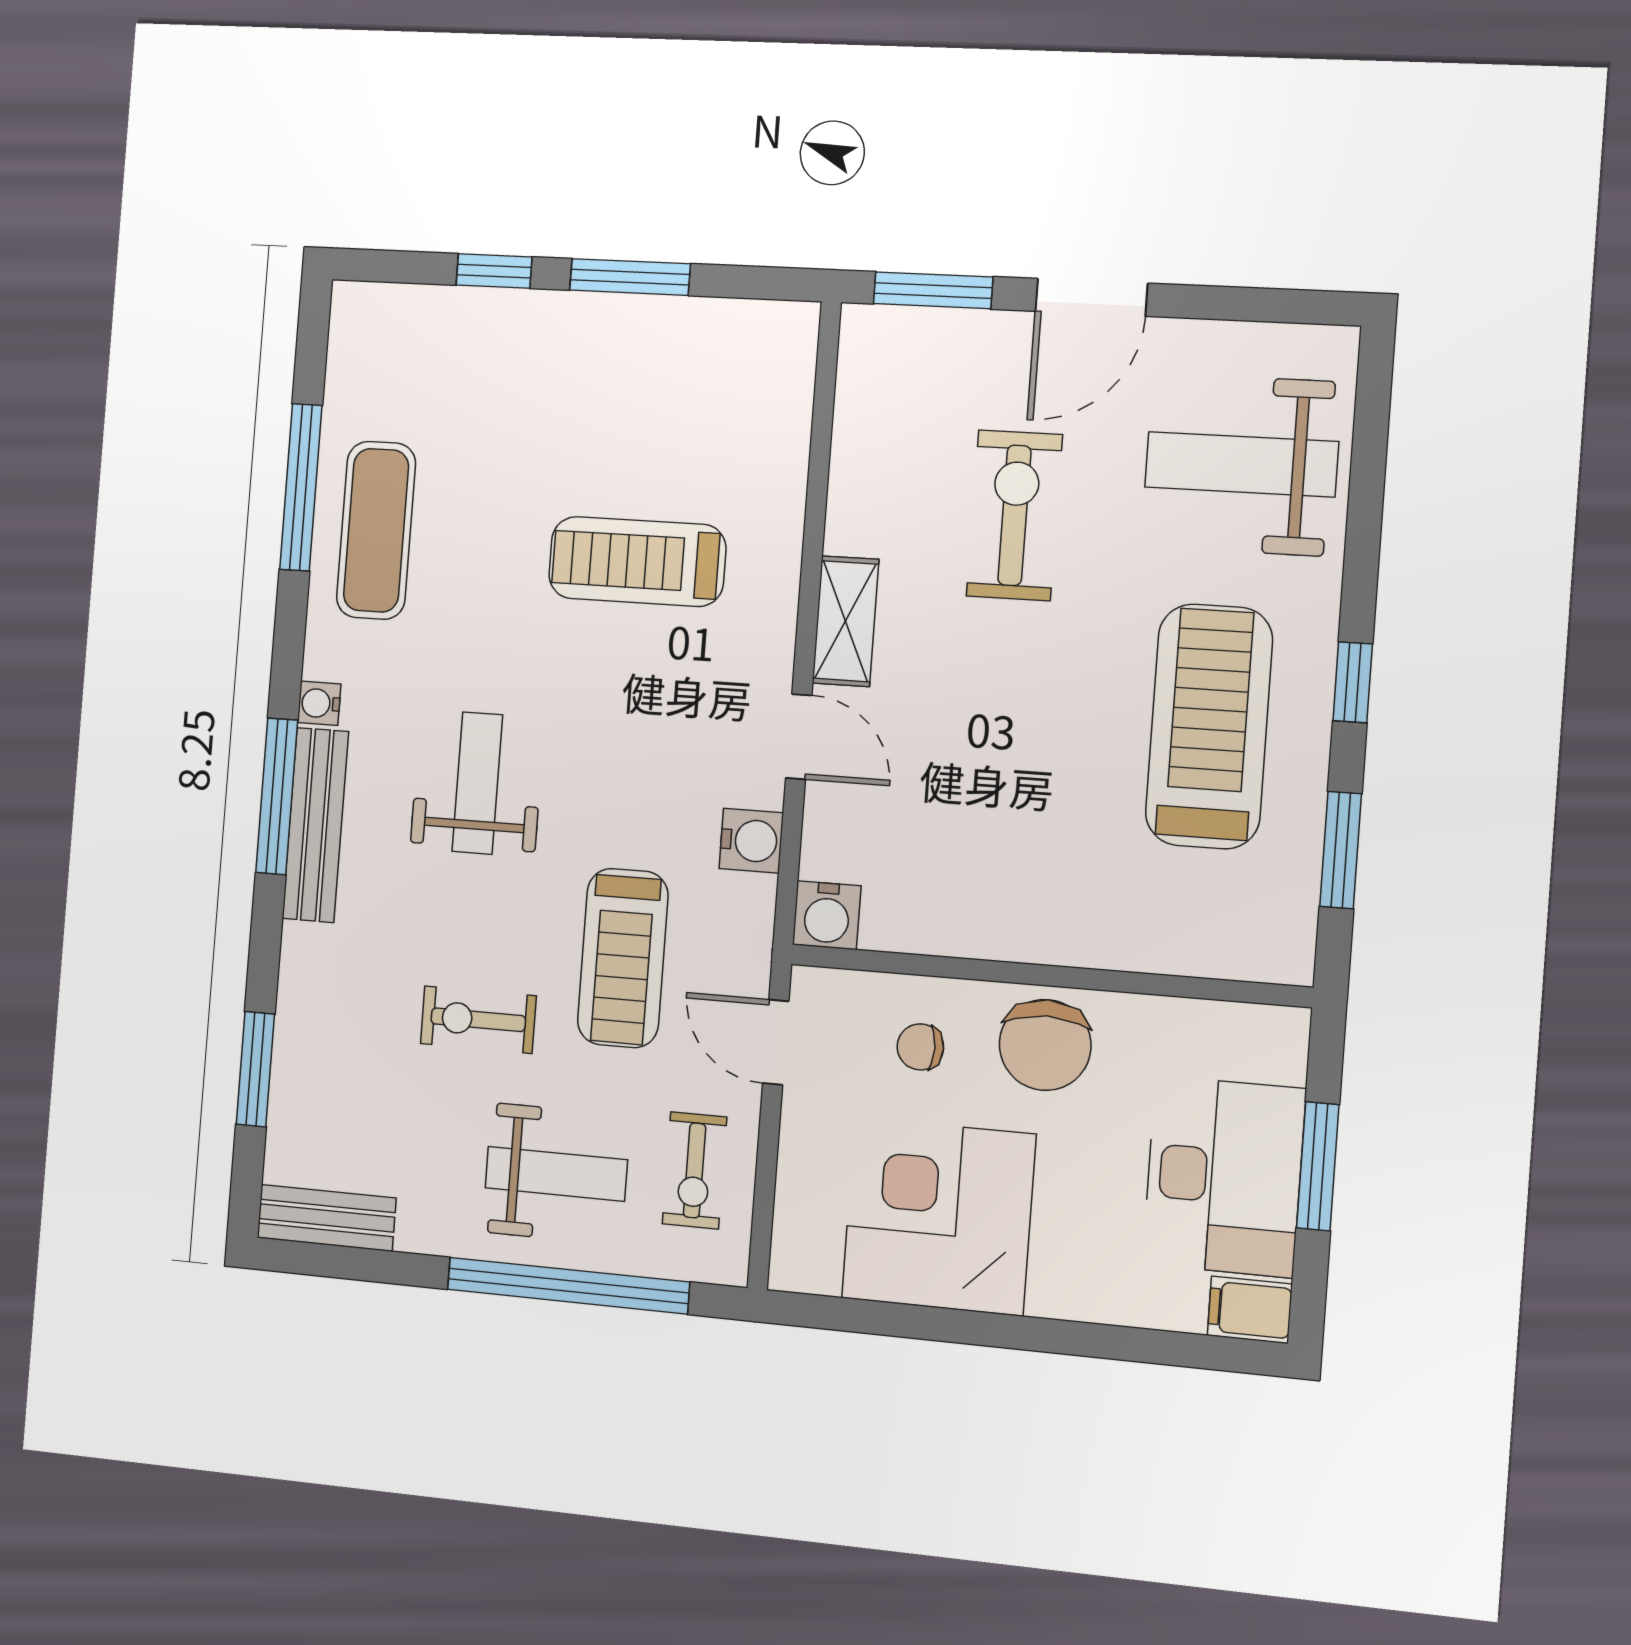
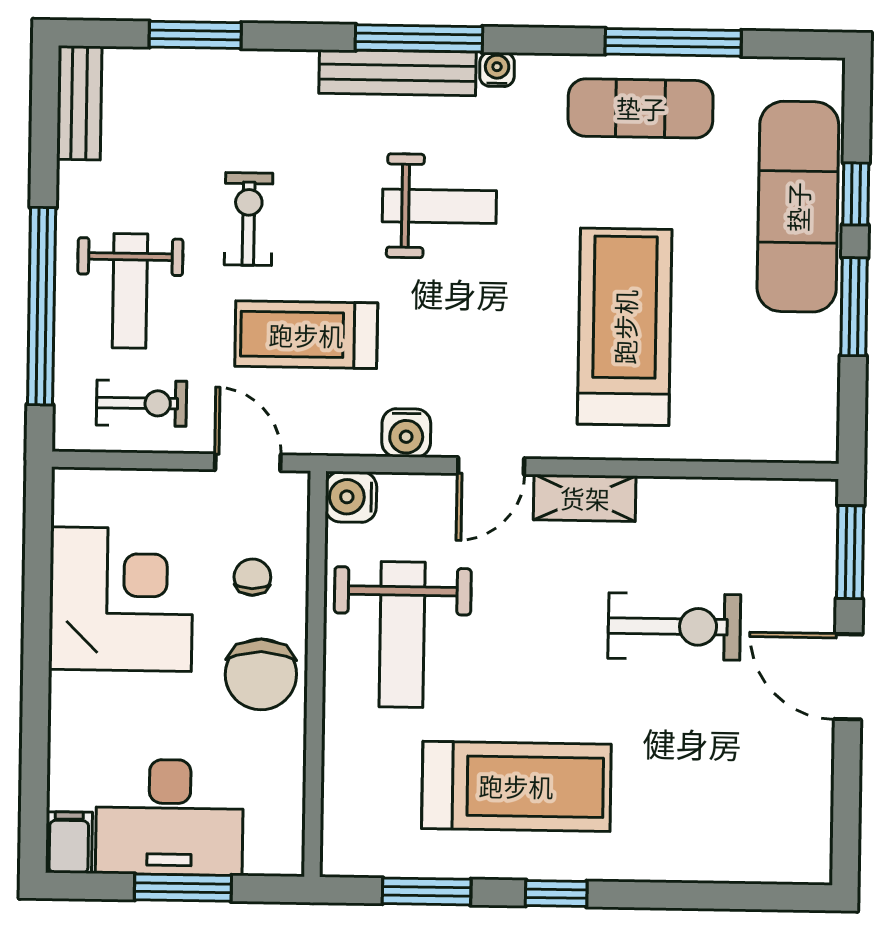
exercise mat: (505, 342) -> (798, 207), added
weight bench: (1241, 464) -> (402, 635), moved, turned 180
treadmill: (637, 562) -> (625, 327), width x1.37, depth x1.38
door: (776, 1042) -> (248, 462), hinge flipped
chair: (1045, 1045) -> (261, 674), turned -90
exercise bike: (695, 1170) -> (142, 403), turned 180

